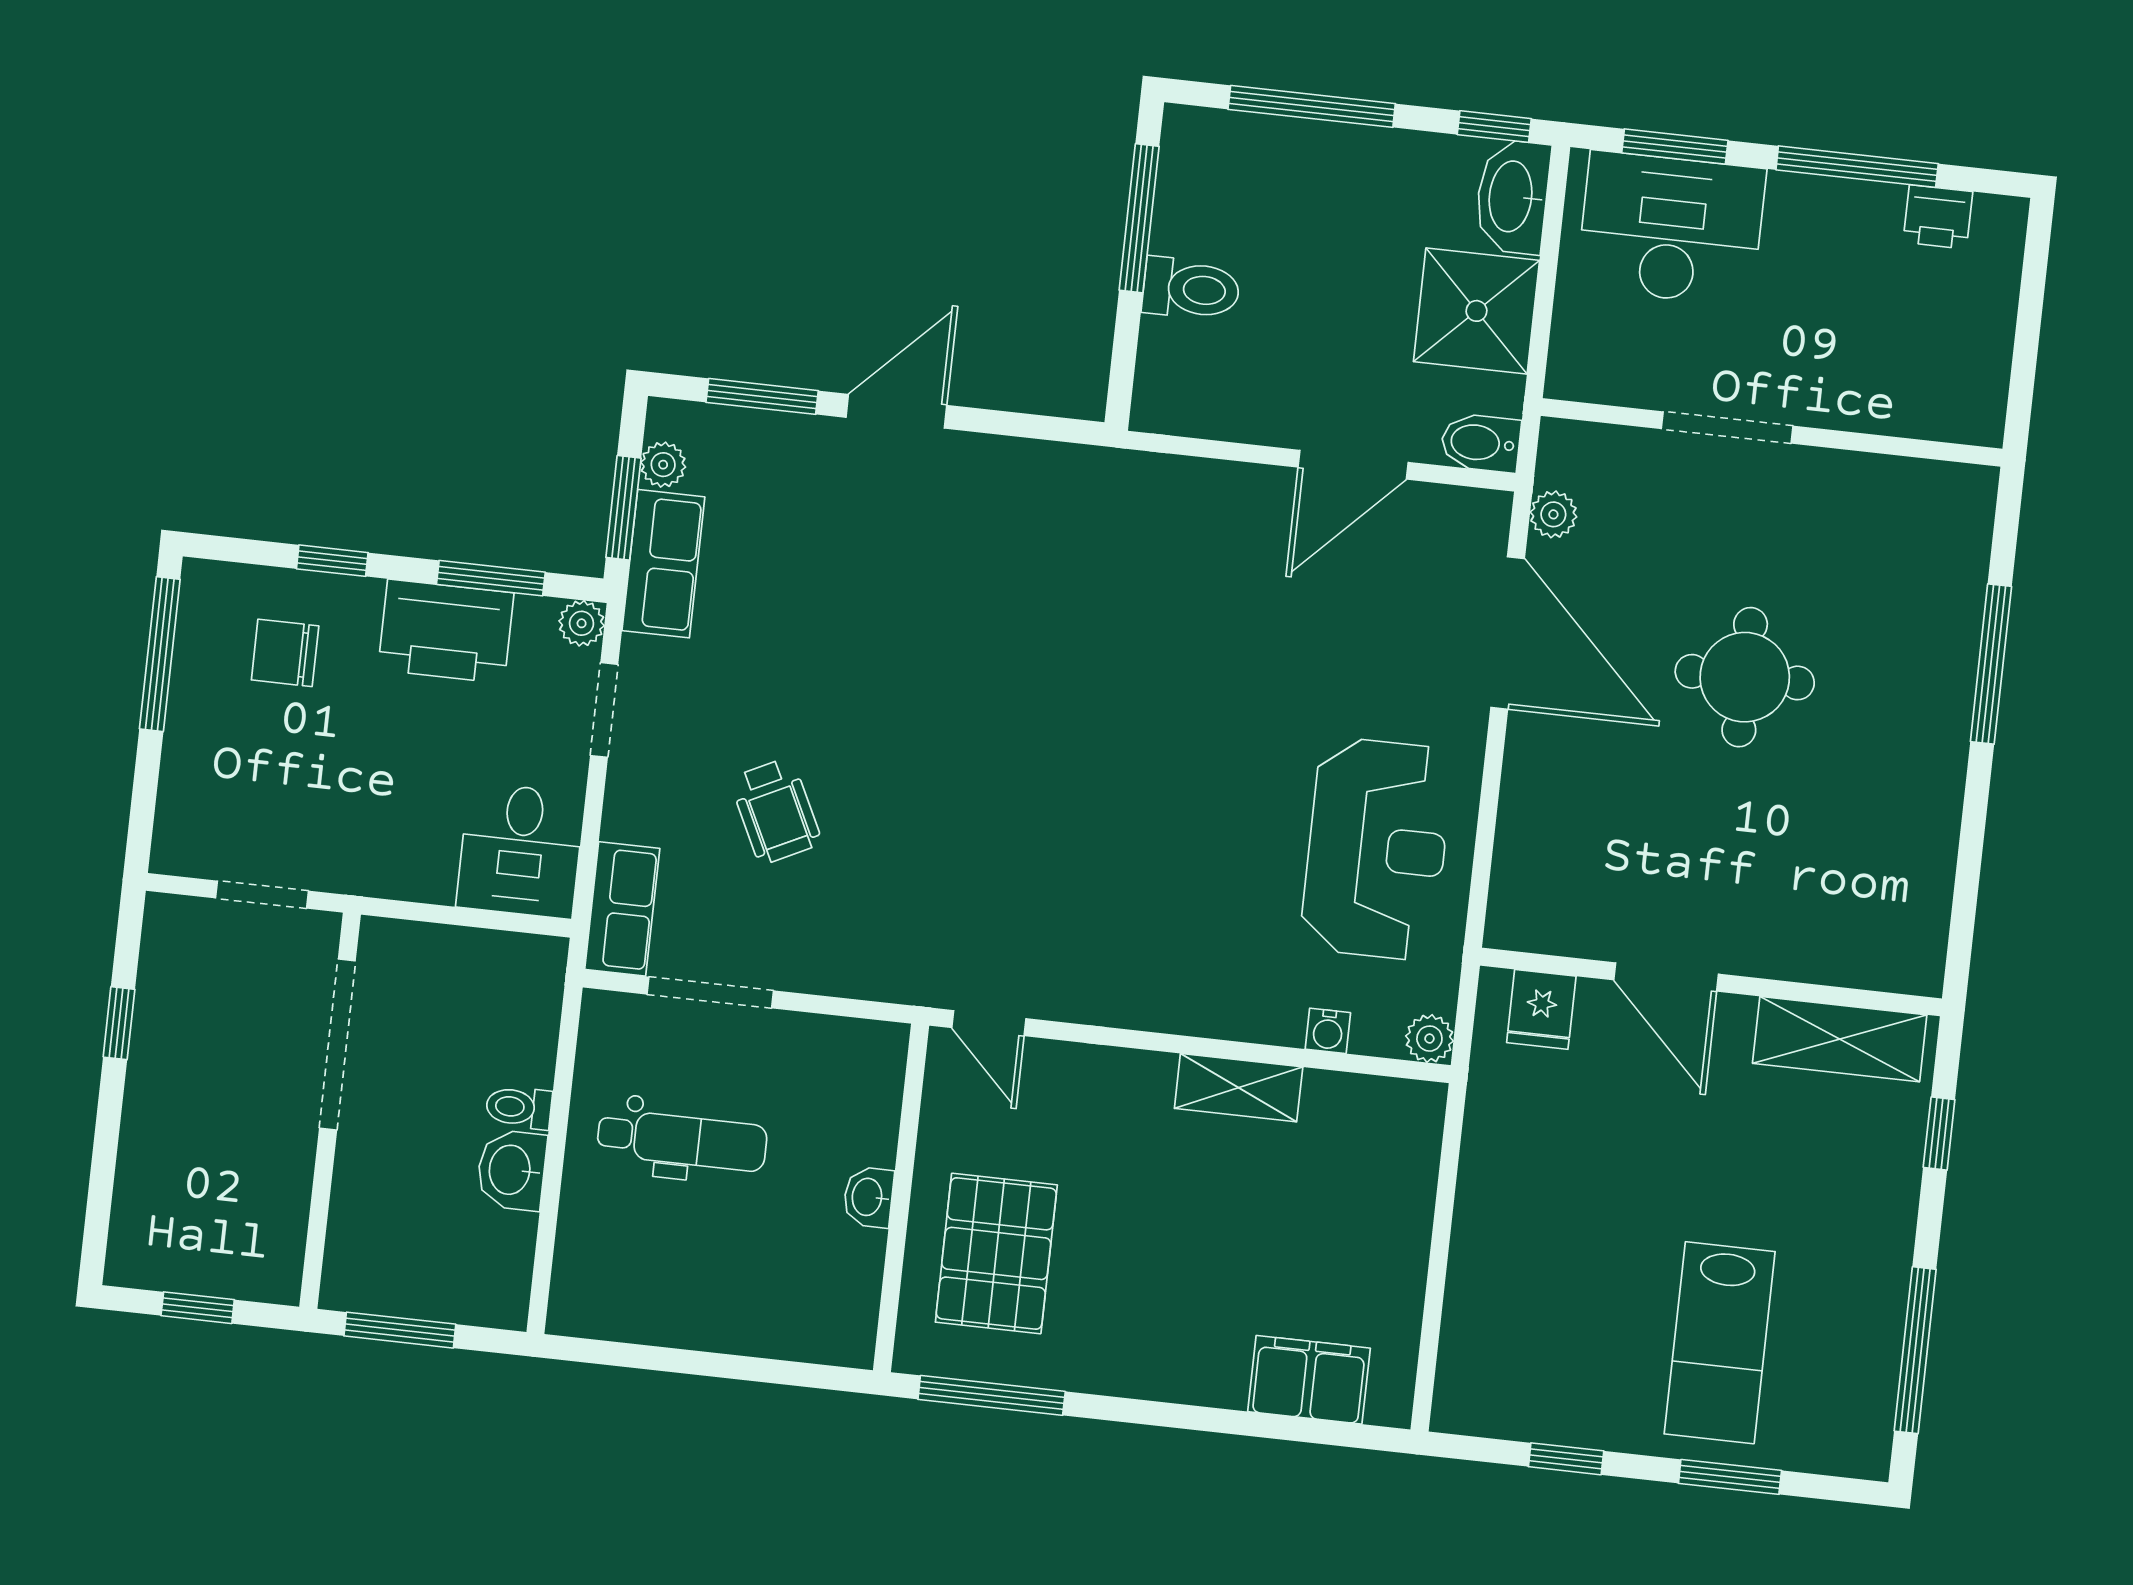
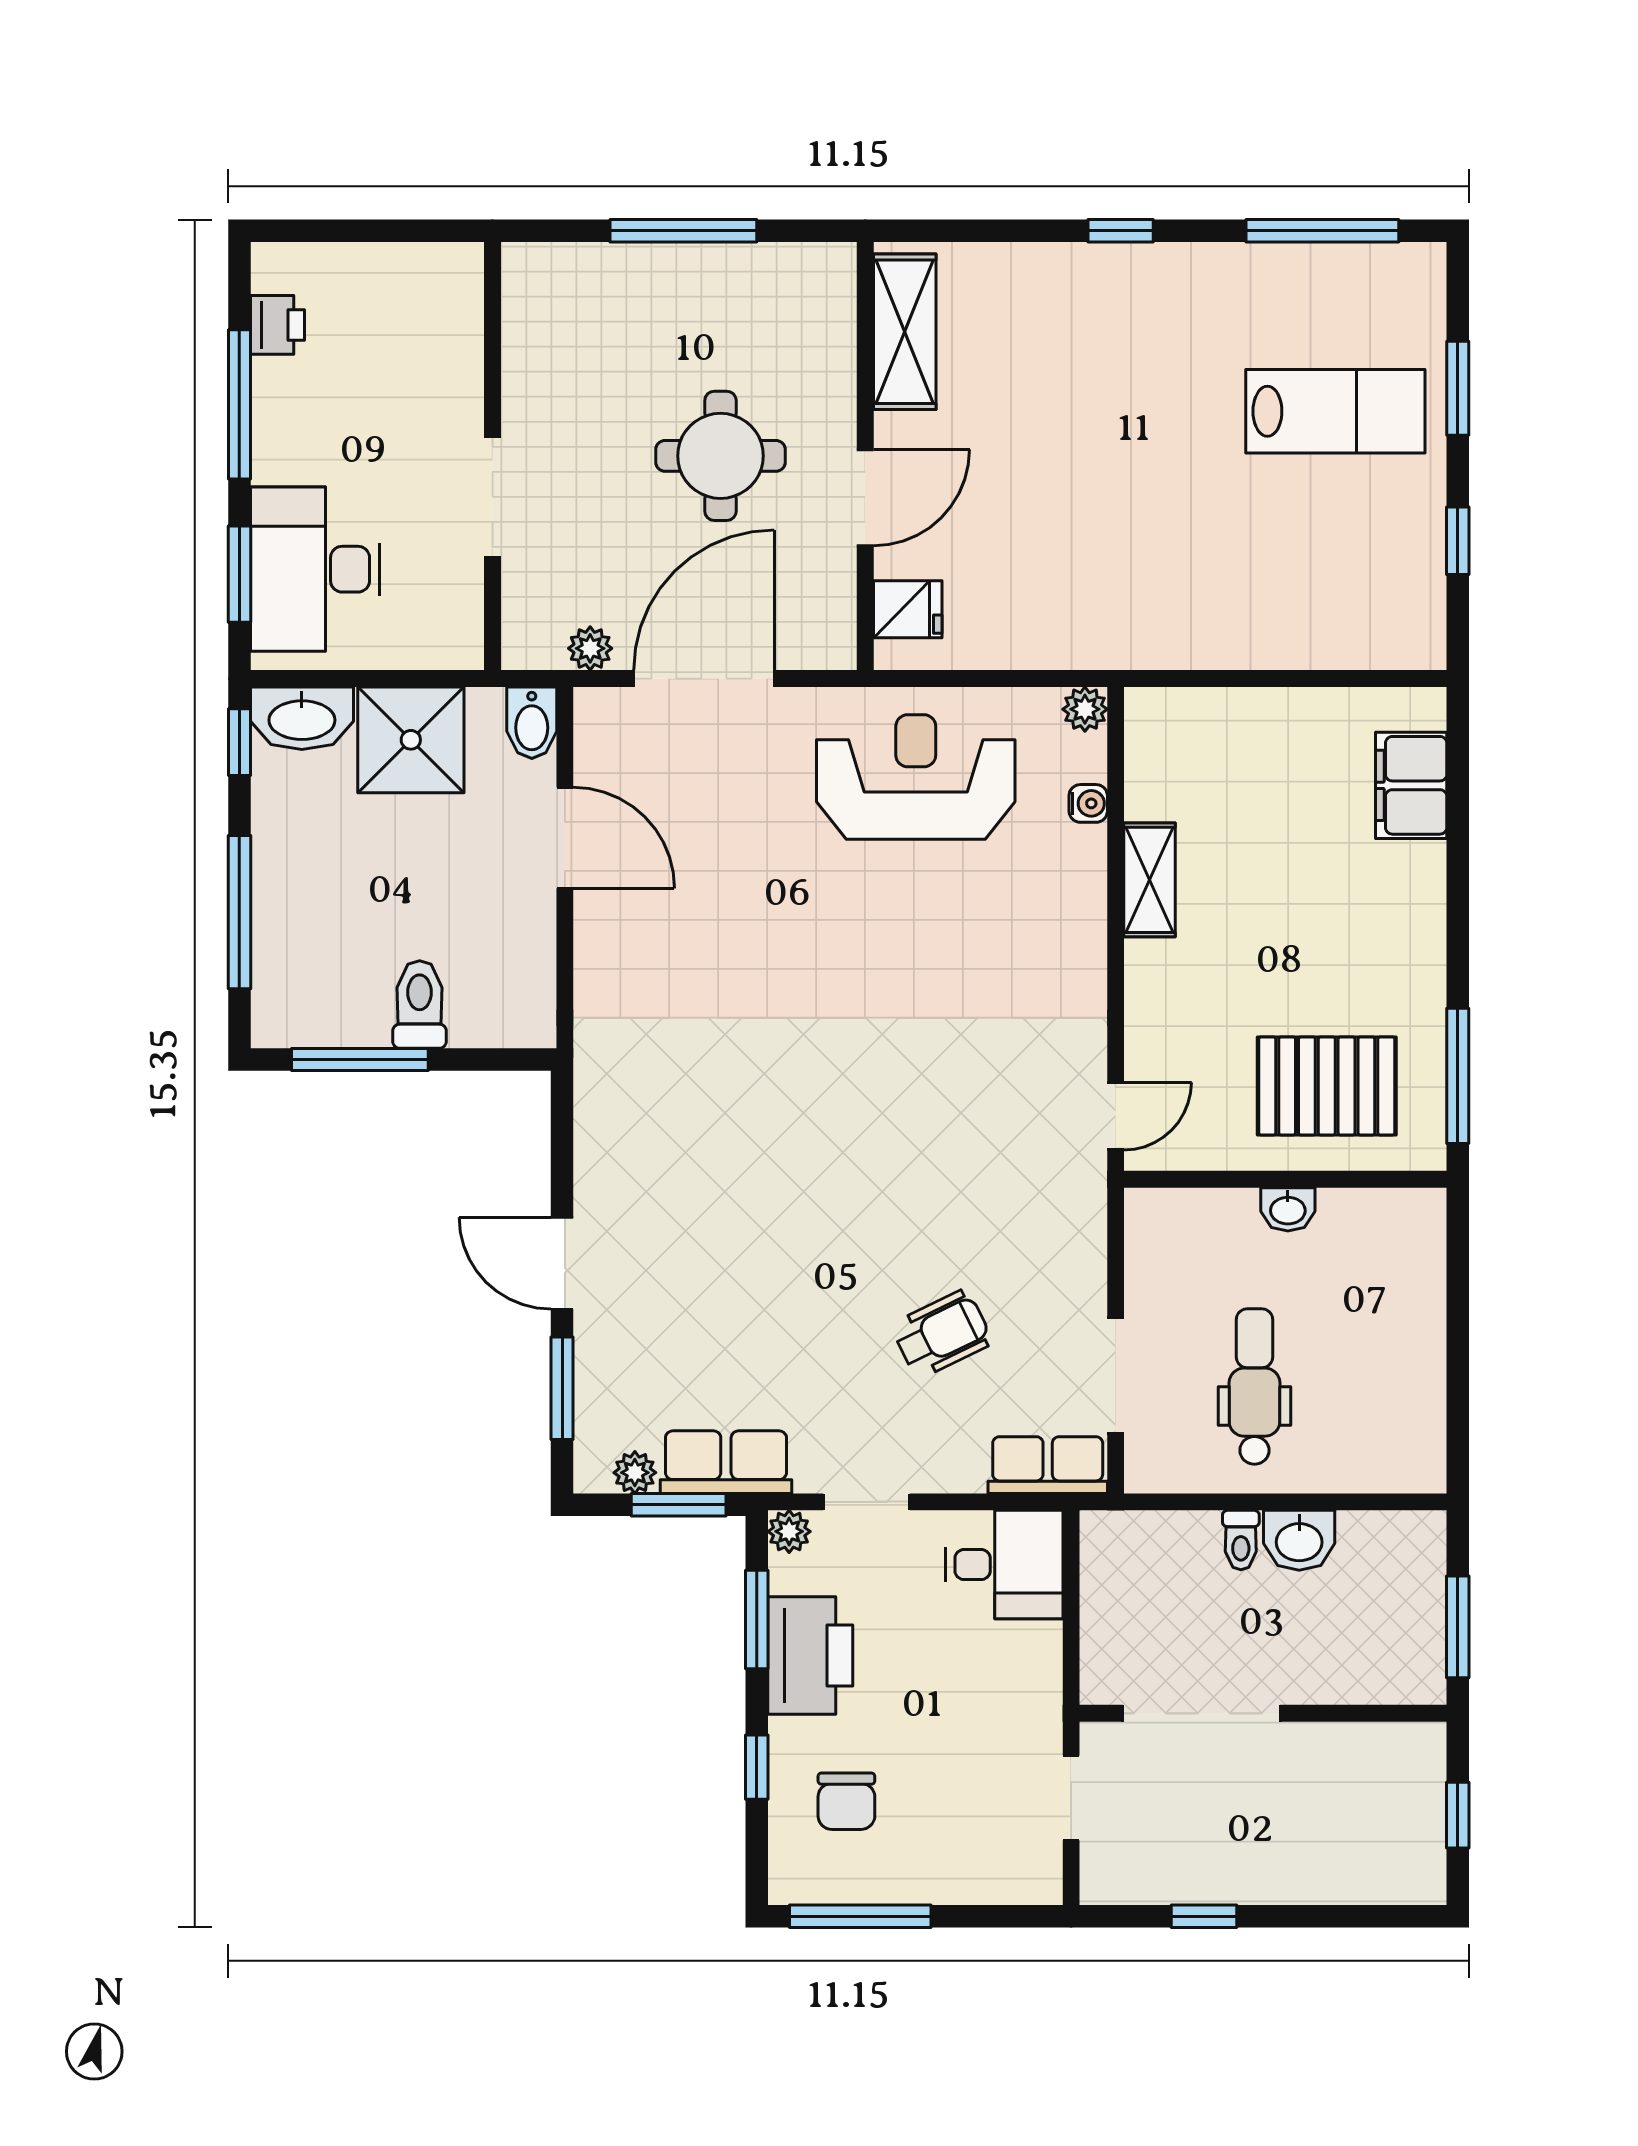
door: (1666, 977) -> (865, 498), moved
wall: (1711, 982) -> (865, 456), moved
fridge: (1541, 1009) -> (908, 609), moved
shelving: (1840, 1039) -> (905, 332), moved

